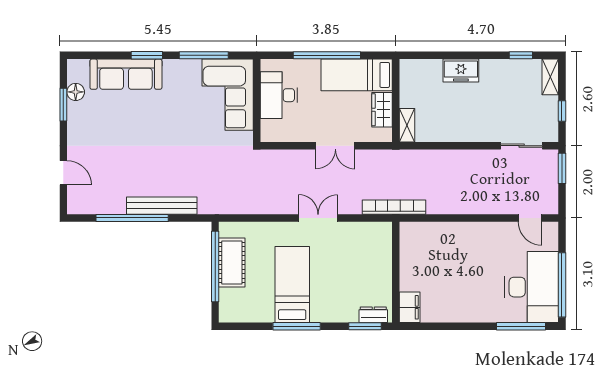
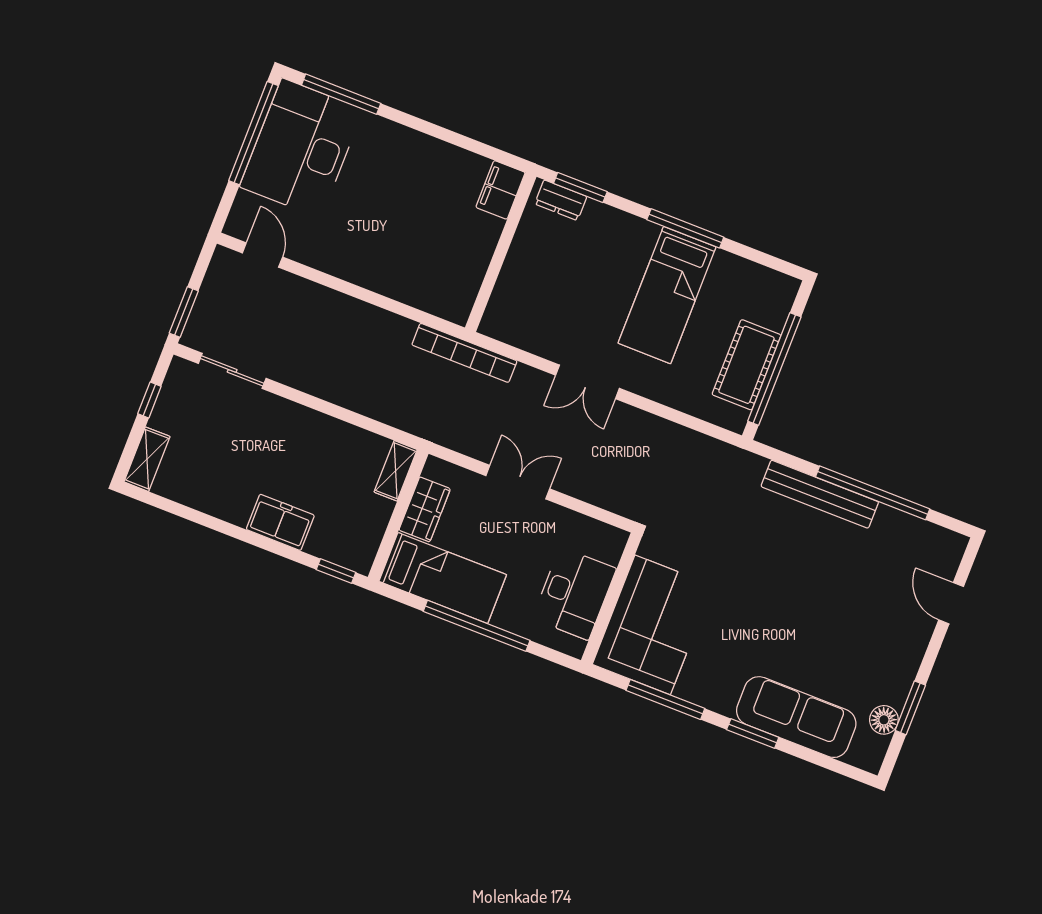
window: (521, 55) -> (336, 571), moved

